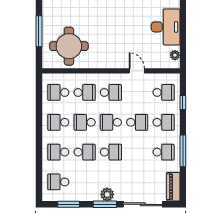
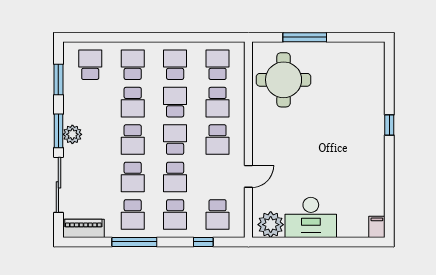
plant: (175, 55) -> (271, 225), width x1.88, depth x1.88
school desk: (137, 152) -> (133, 177), added

